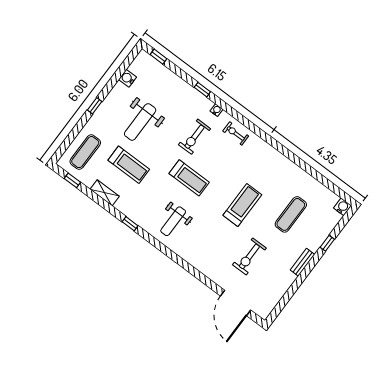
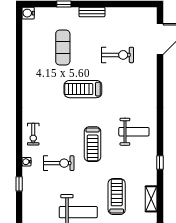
treadmill: (189, 178) -> (93, 144), turned 180
exercise mat: (291, 214) -> (63, 48), turned 90

